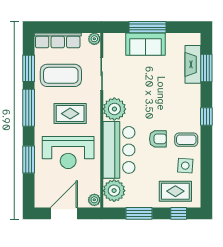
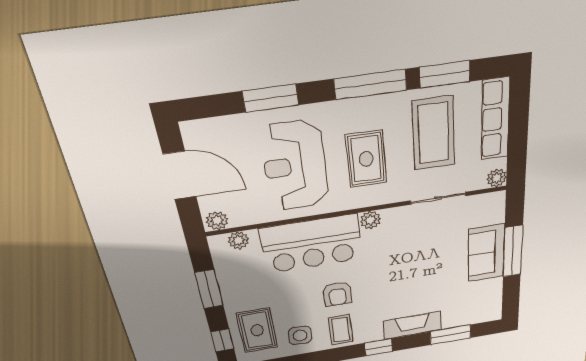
fireplace: (193, 64) -> (413, 325), moved
plant: (114, 109) -> (370, 220), width x0.53, depth x0.53
plant: (114, 191) -> (238, 240), width x0.53, depth x0.53

